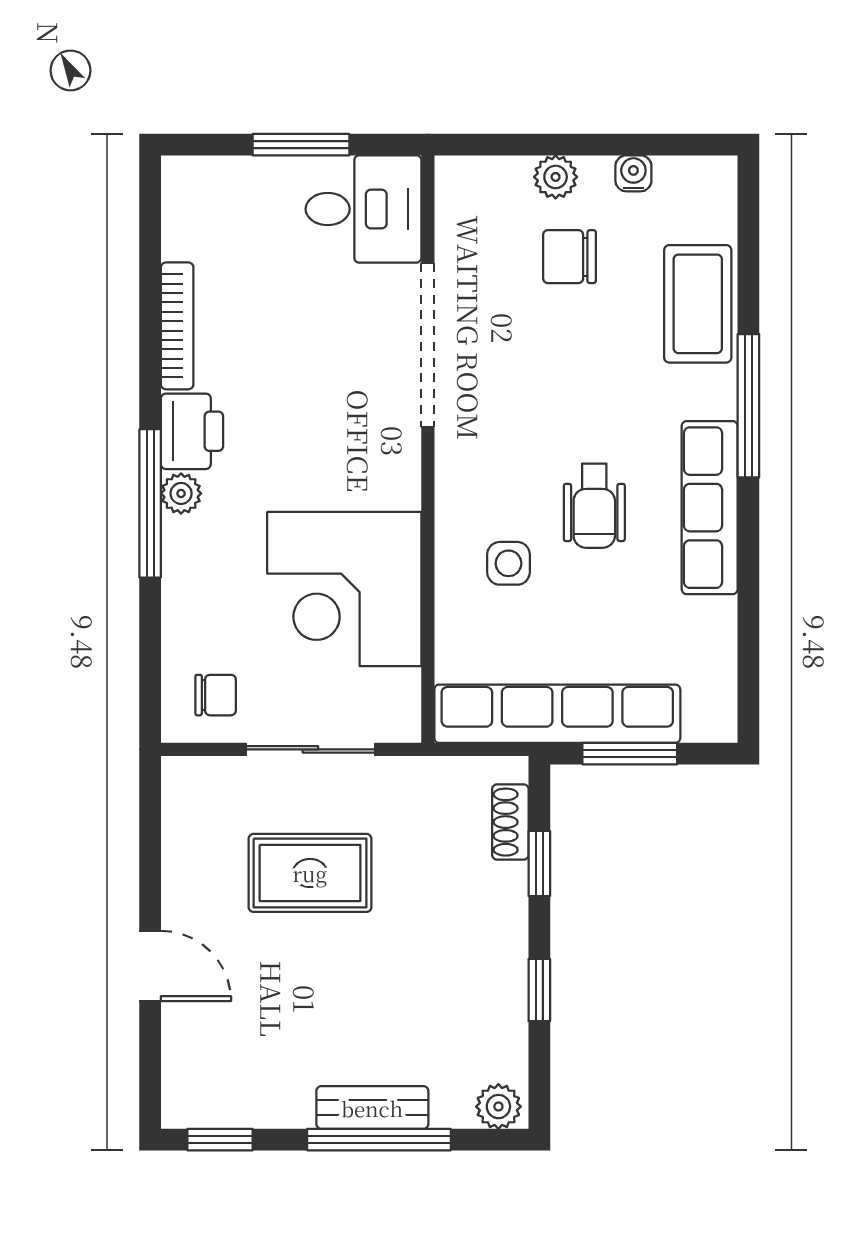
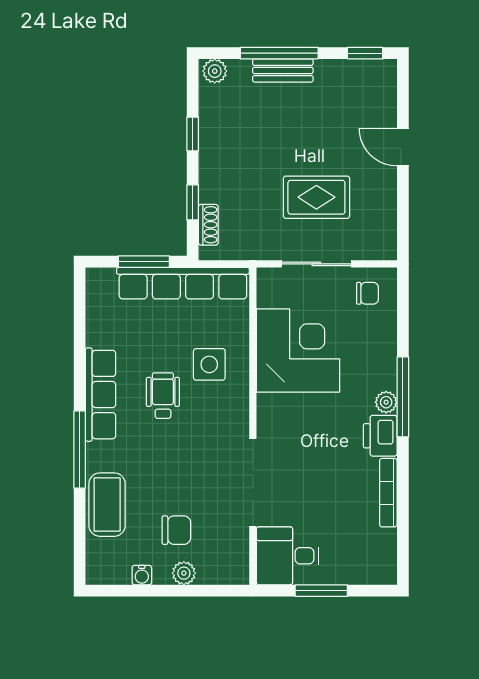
side table: (508, 563) -> (209, 364), width x1.37, depth x1.37
chair: (216, 695) -> (367, 293), turned 180

